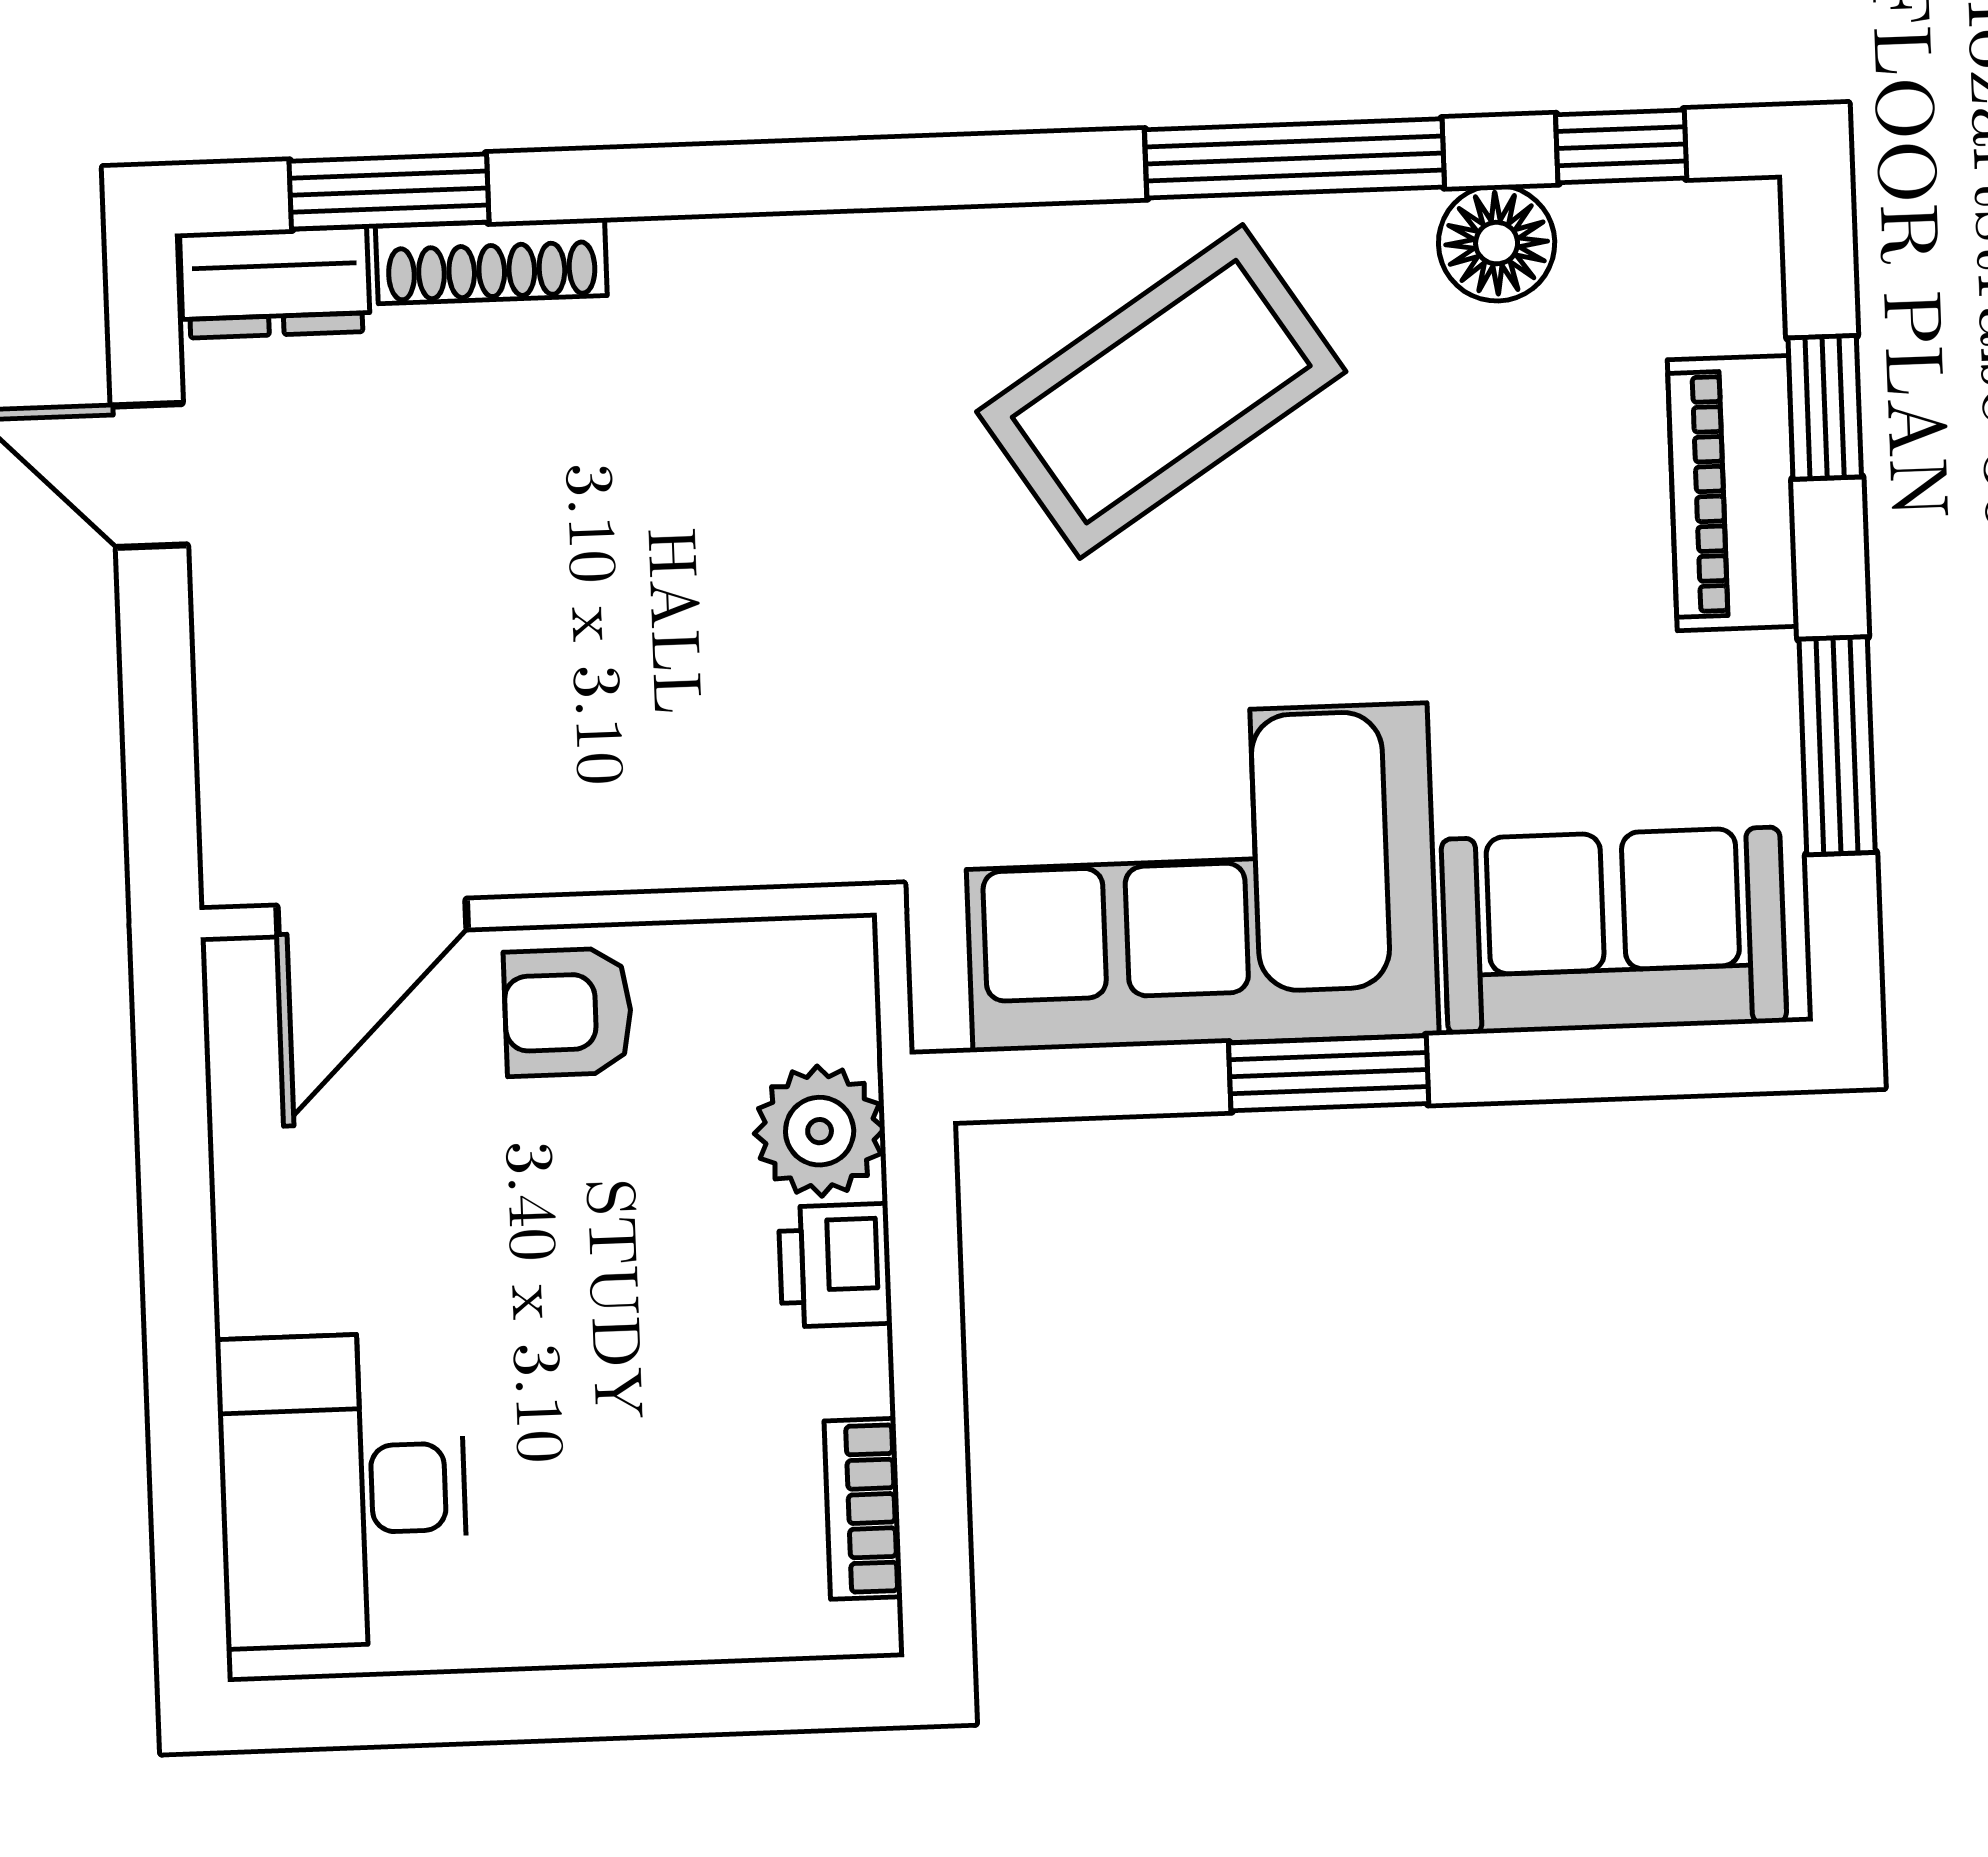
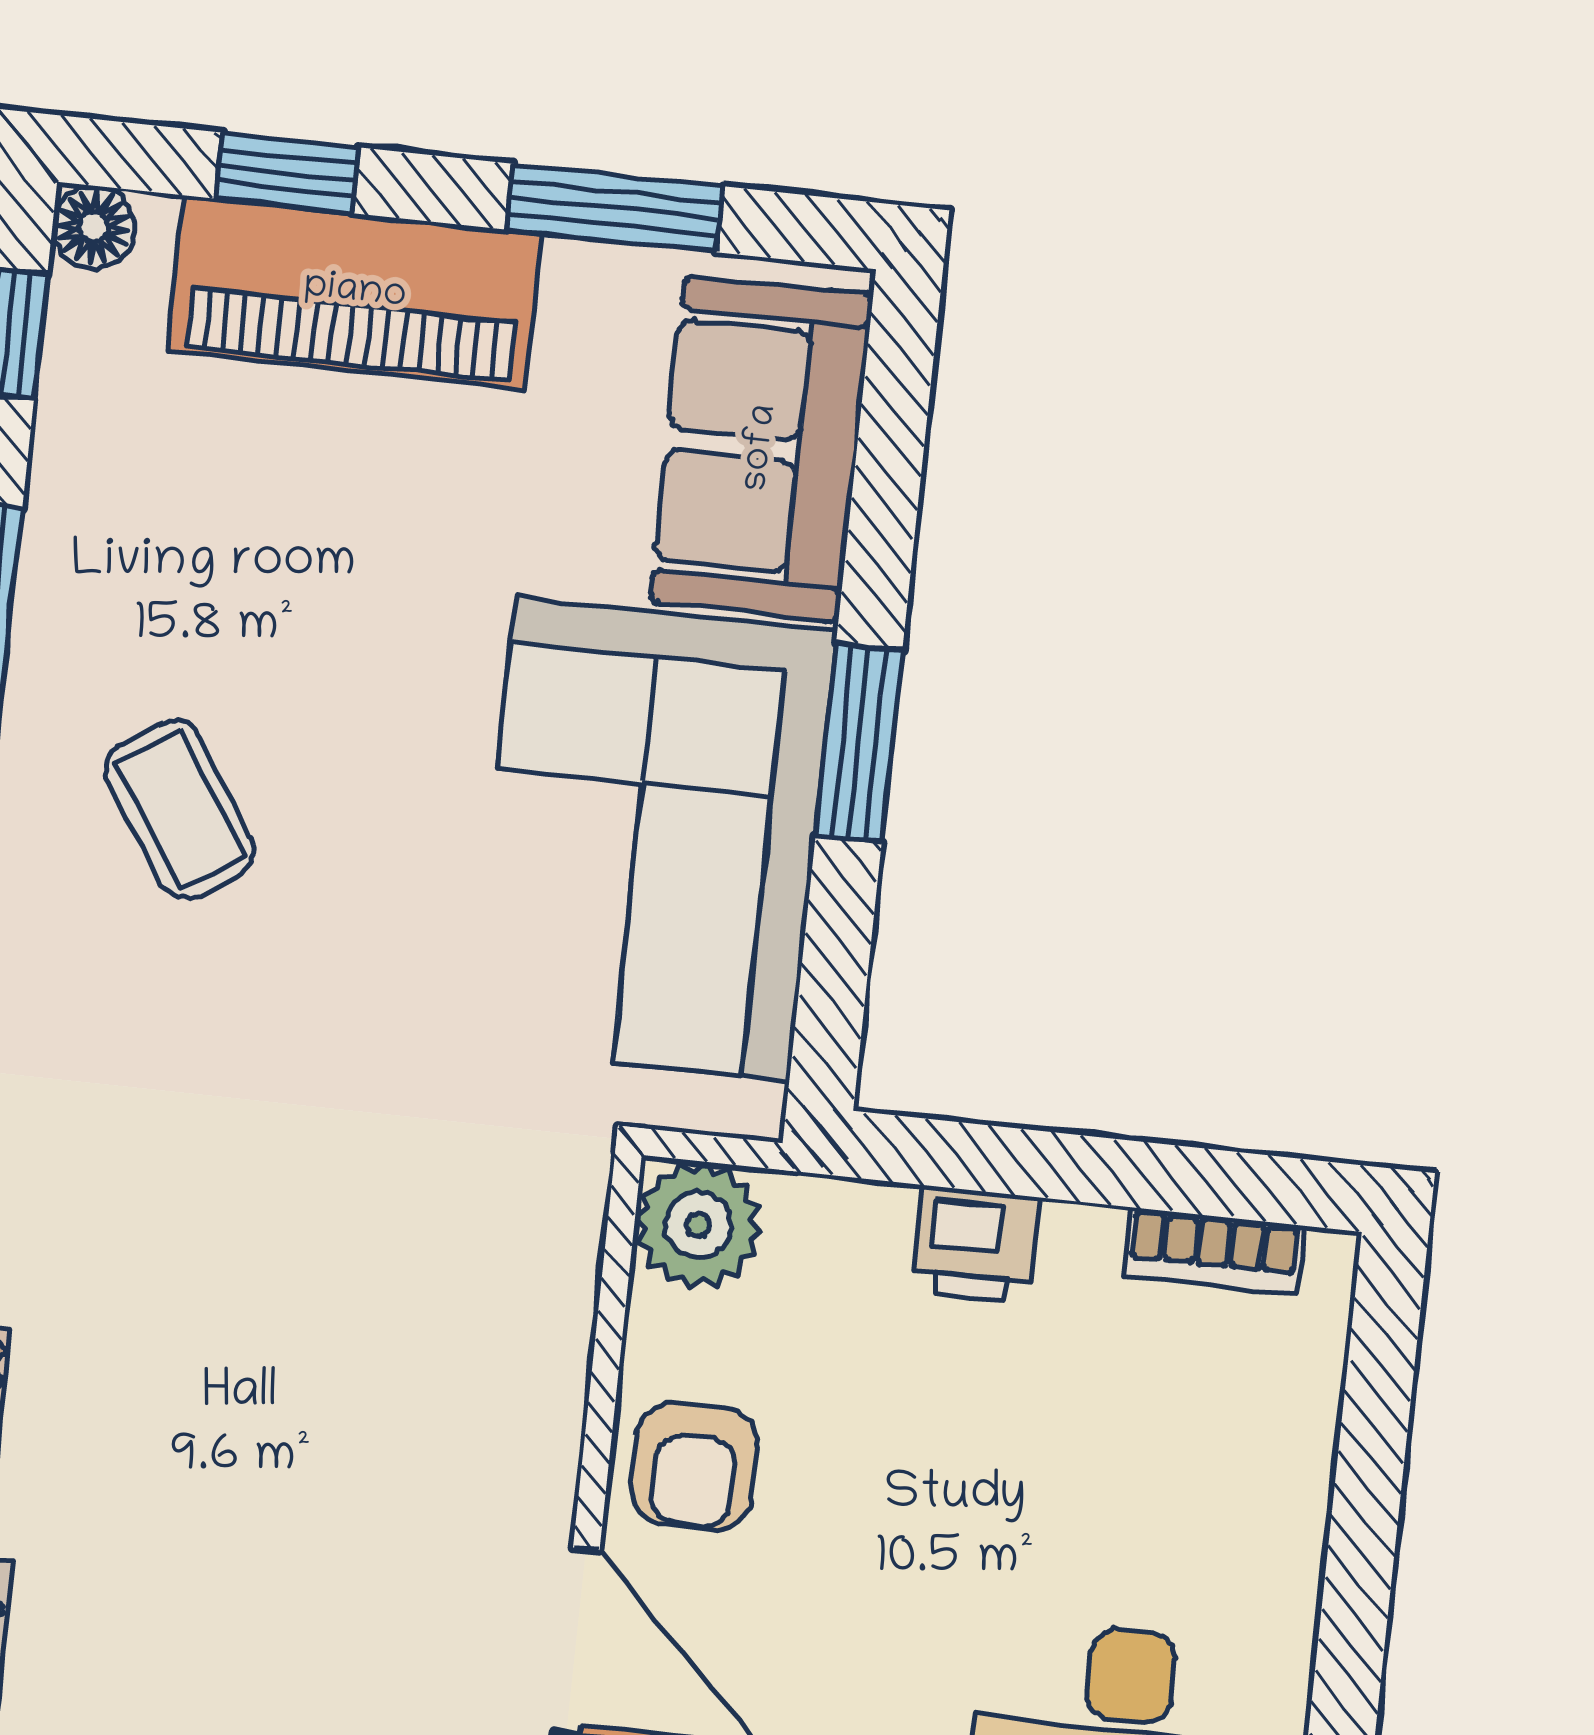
floor lamp: (1497, 243) -> (94, 227), moved, width x0.73, depth x0.73
coffee table: (1161, 392) -> (180, 809), width x0.54, depth x0.58
piano: (1733, 493) -> (355, 292), width x1.37, depth x1.33
plant: (820, 1131) -> (698, 1225), moved

